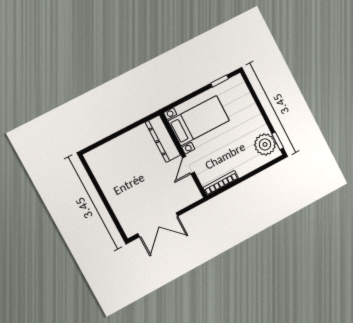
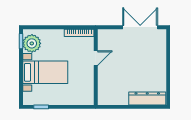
bed with nightstands: (199, 121) -> (45, 72), moved, turned 180
dresser: (163, 139) -> (147, 98), moved, turned -90

